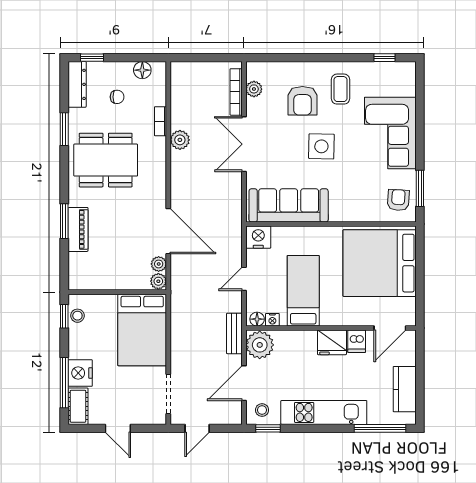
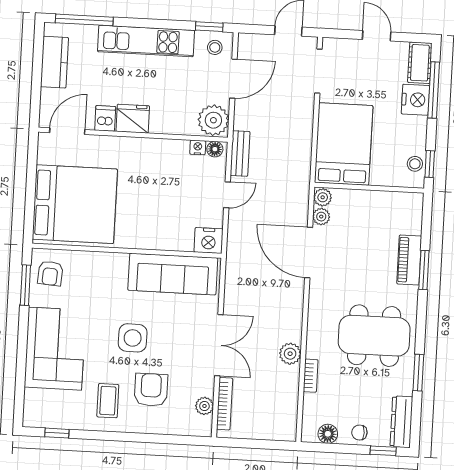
chair: (117, 97) -> (359, 433), moved
bed: (303, 291) -> (162, 178), removed
bench: (234, 333) -> (240, 153), moved

